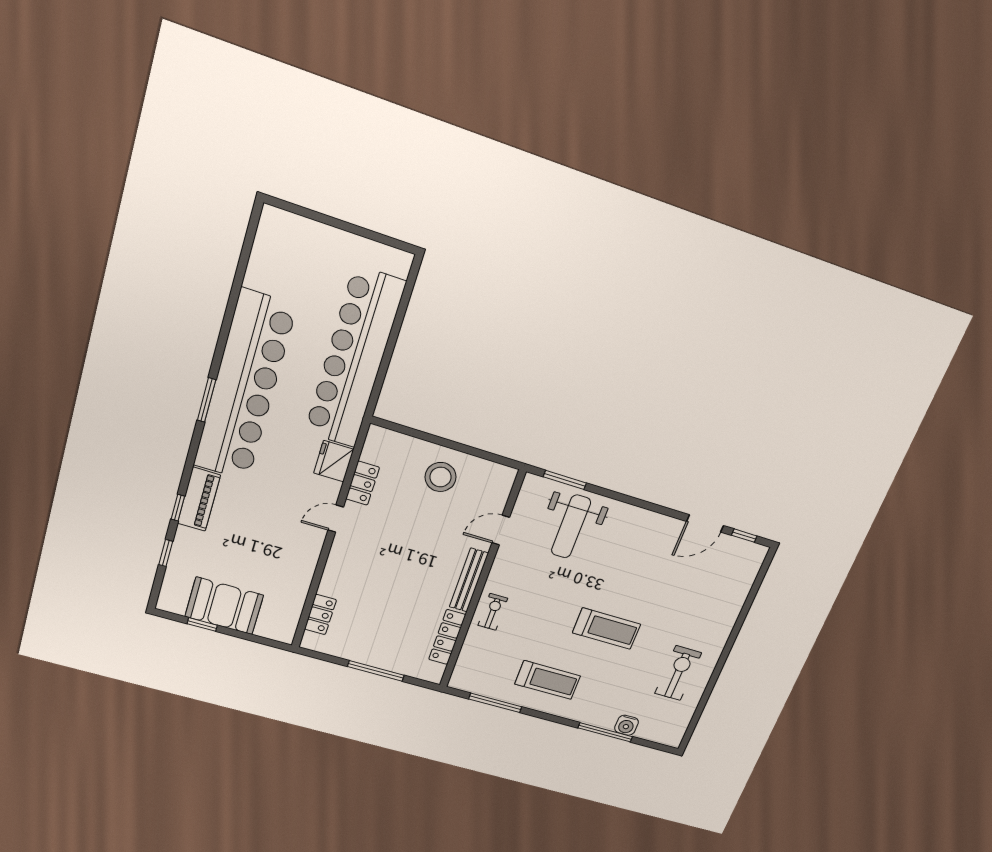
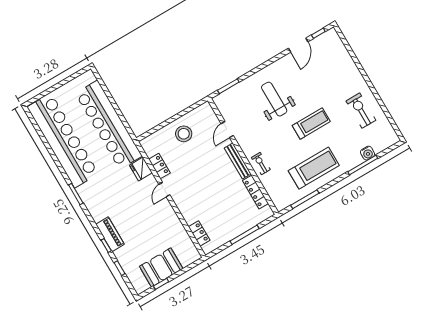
bar counter: (244, 387) -> (63, 140), moved
weight bench: (571, 526) -> (274, 99), moved, turned 180
treadmill: (548, 680) -> (314, 168), width x1.37, depth x1.38

